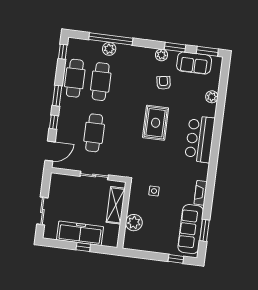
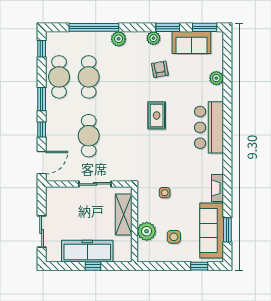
plant: (109, 49) -> (119, 39), moved
rug: (156, 123) -> (157, 115), width x0.73, depth x0.70
side table: (157, 230) -> (174, 237), added

